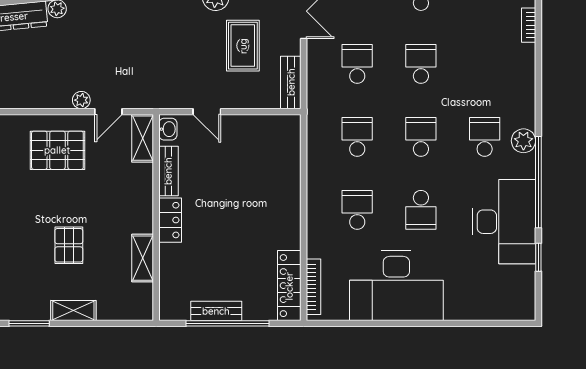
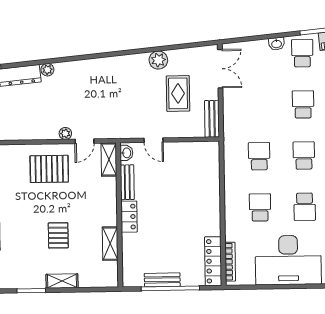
school desk: (357, 64) -> (258, 105), removed

